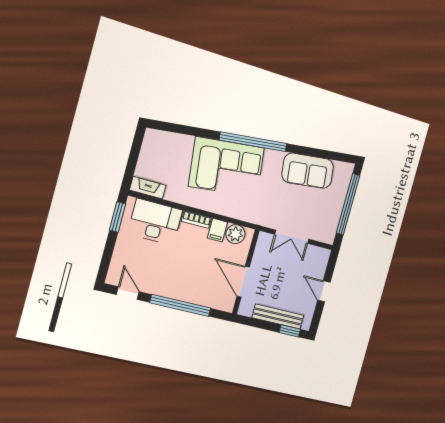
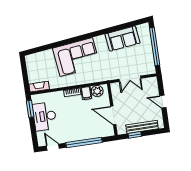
window: (253, 142) -> (85, 37), removed
desk: (155, 222) -> (45, 116), moved, turned -90
window: (290, 331) -> (135, 135), moved

